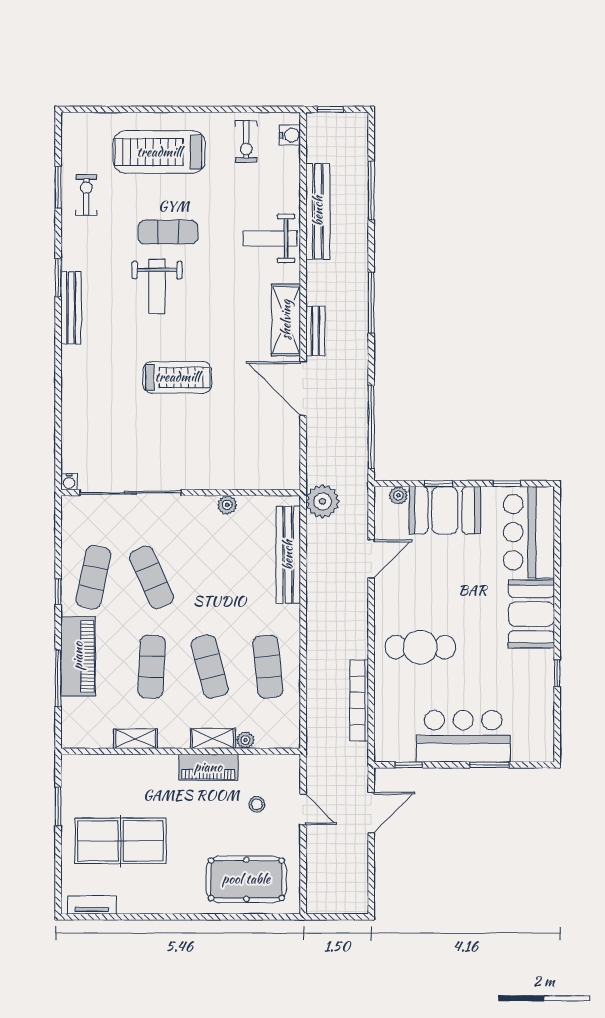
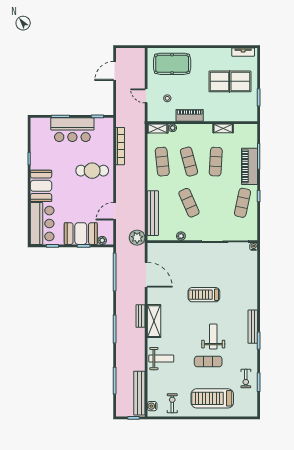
treadmill: (159, 152) -> (212, 398), turned 180
bench: (318, 211) -> (139, 393), moved
door: (303, 389) -> (146, 275), moved
exercise mat: (152, 577) -> (189, 203), moved
shelving: (213, 739) -> (158, 129), moved
door: (371, 813) -> (115, 71), moved

